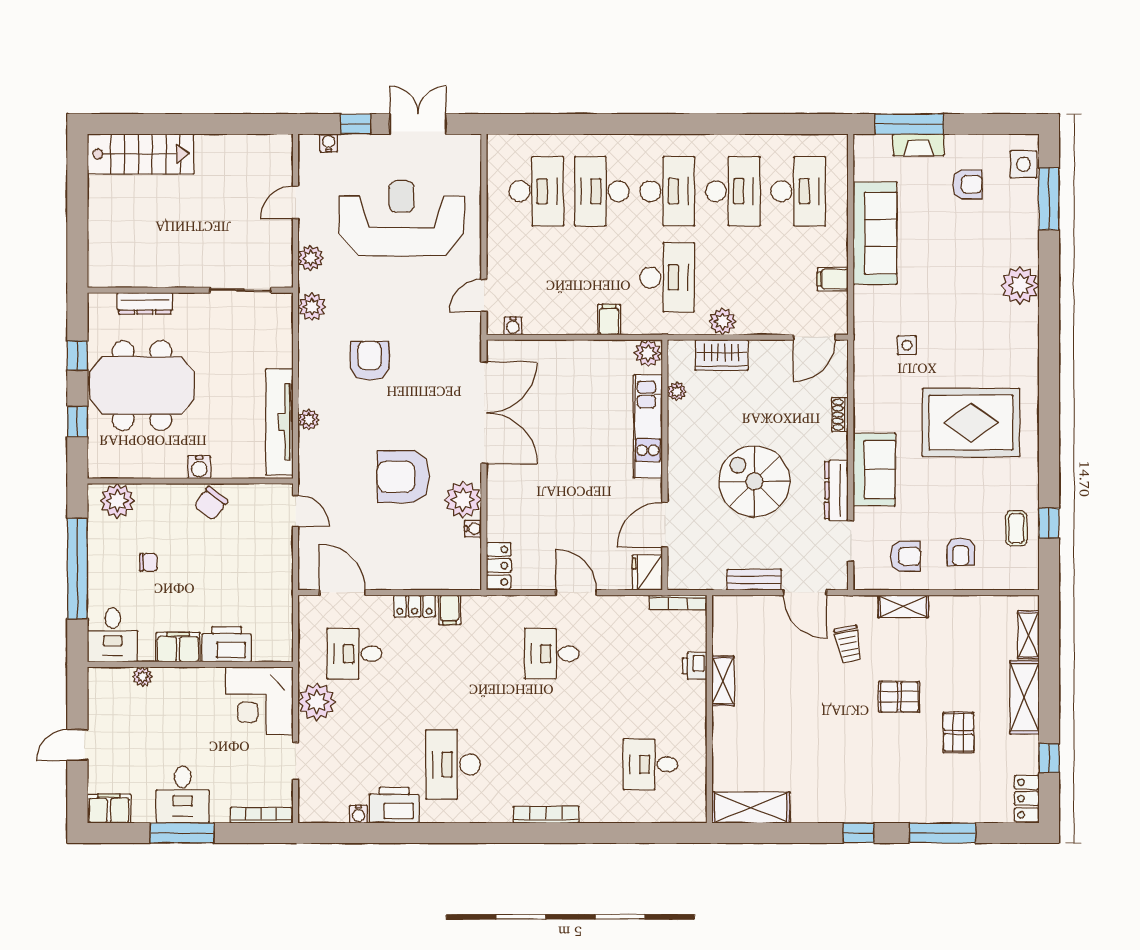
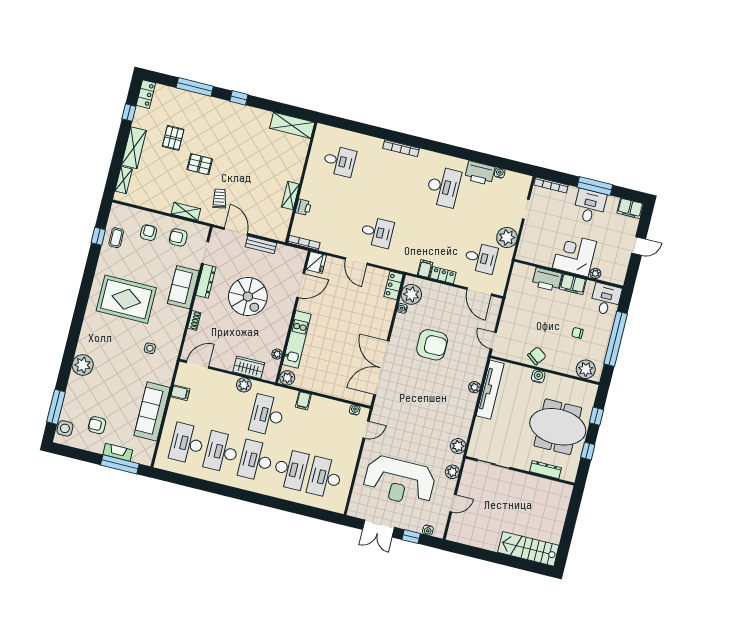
armchair: (370, 361) -> (435, 410), removed
plant: (463, 500) -> (411, 294), moved
corner desk: (259, 701) -> (574, 255), moved, turned -90

